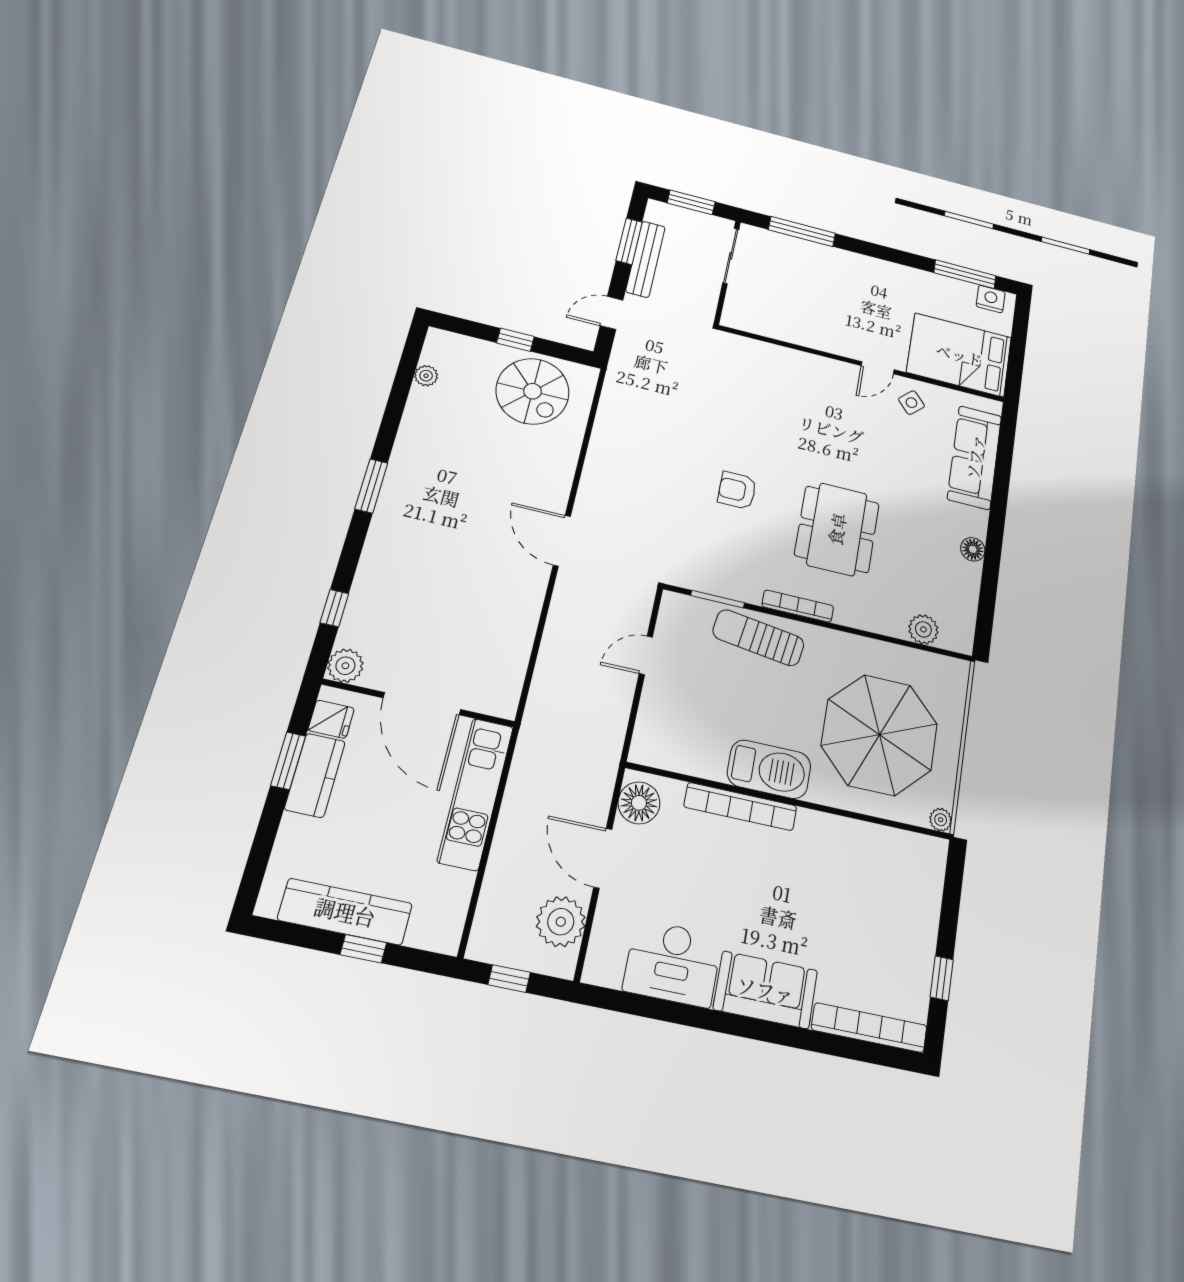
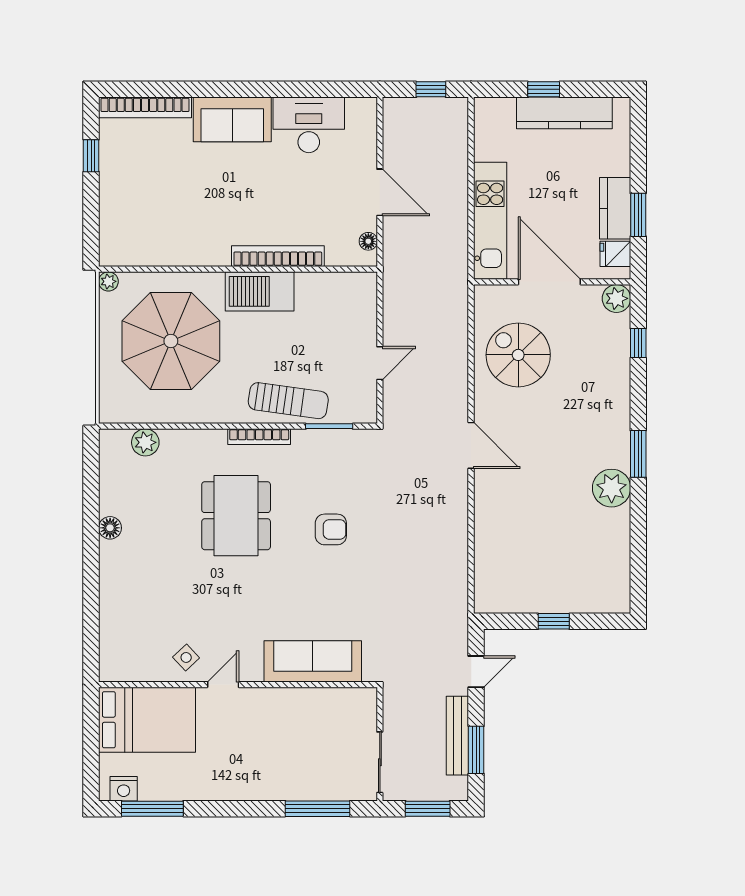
plant: (426, 376) -> (612, 488), moved, width x1.88, depth x1.88
spiral stairs: (533, 391) -> (518, 355), moved
sofa: (975, 457) -> (313, 661), moved, turned -90
floor lamp: (639, 803) -> (368, 241), width x0.53, depth x0.53
plant: (561, 922) -> (402, 138), removed

